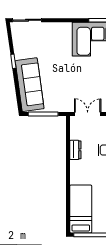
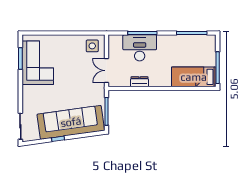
sofa: (30, 85) -> (71, 122), width x1.36, depth x1.27

